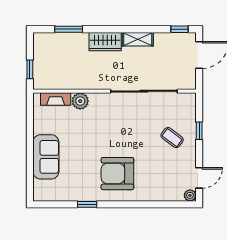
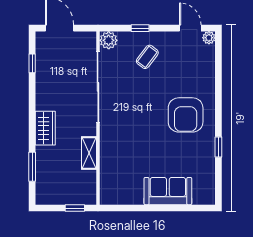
window: (180, 29) -> (32, 63), moved
shelving: (138, 39) -> (89, 153), moved
fireplace: (56, 99) -> (106, 181), removed
plant: (80, 101) -> (109, 40), moved

